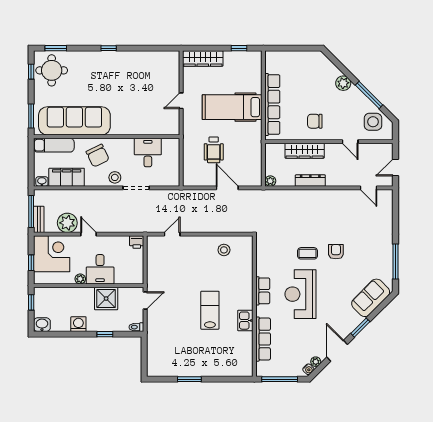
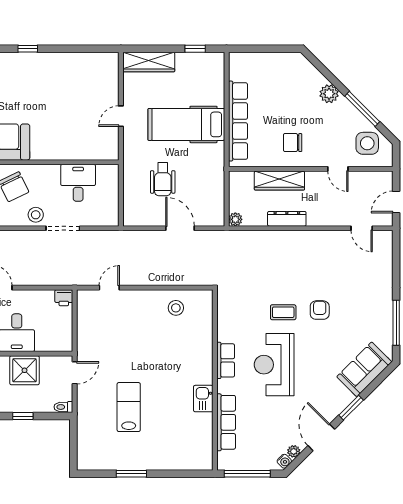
lab bench: (210, 310) -> (129, 407), moved

